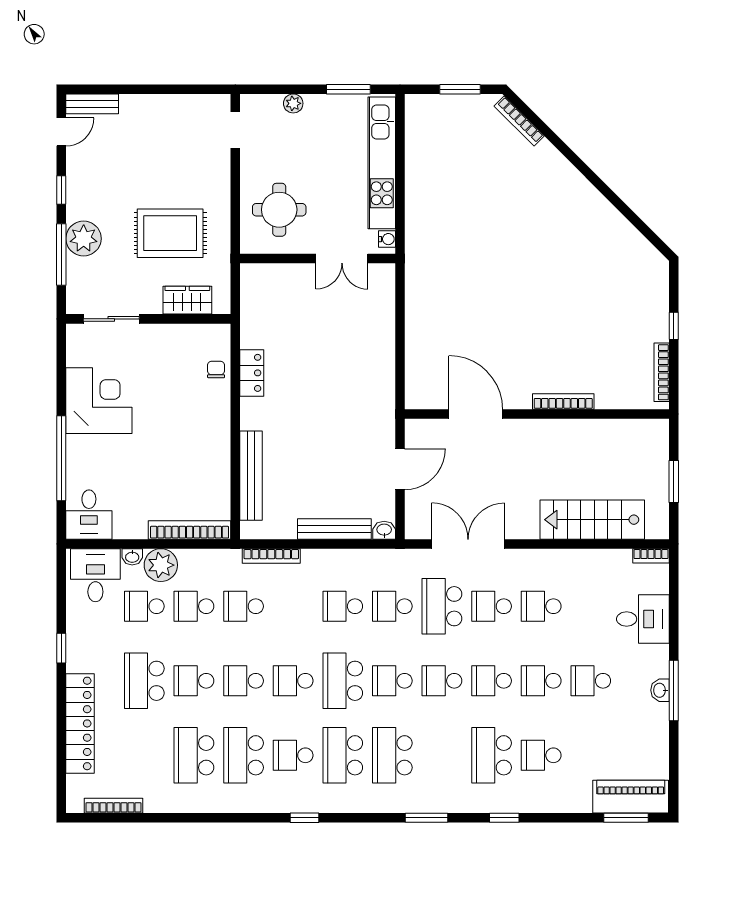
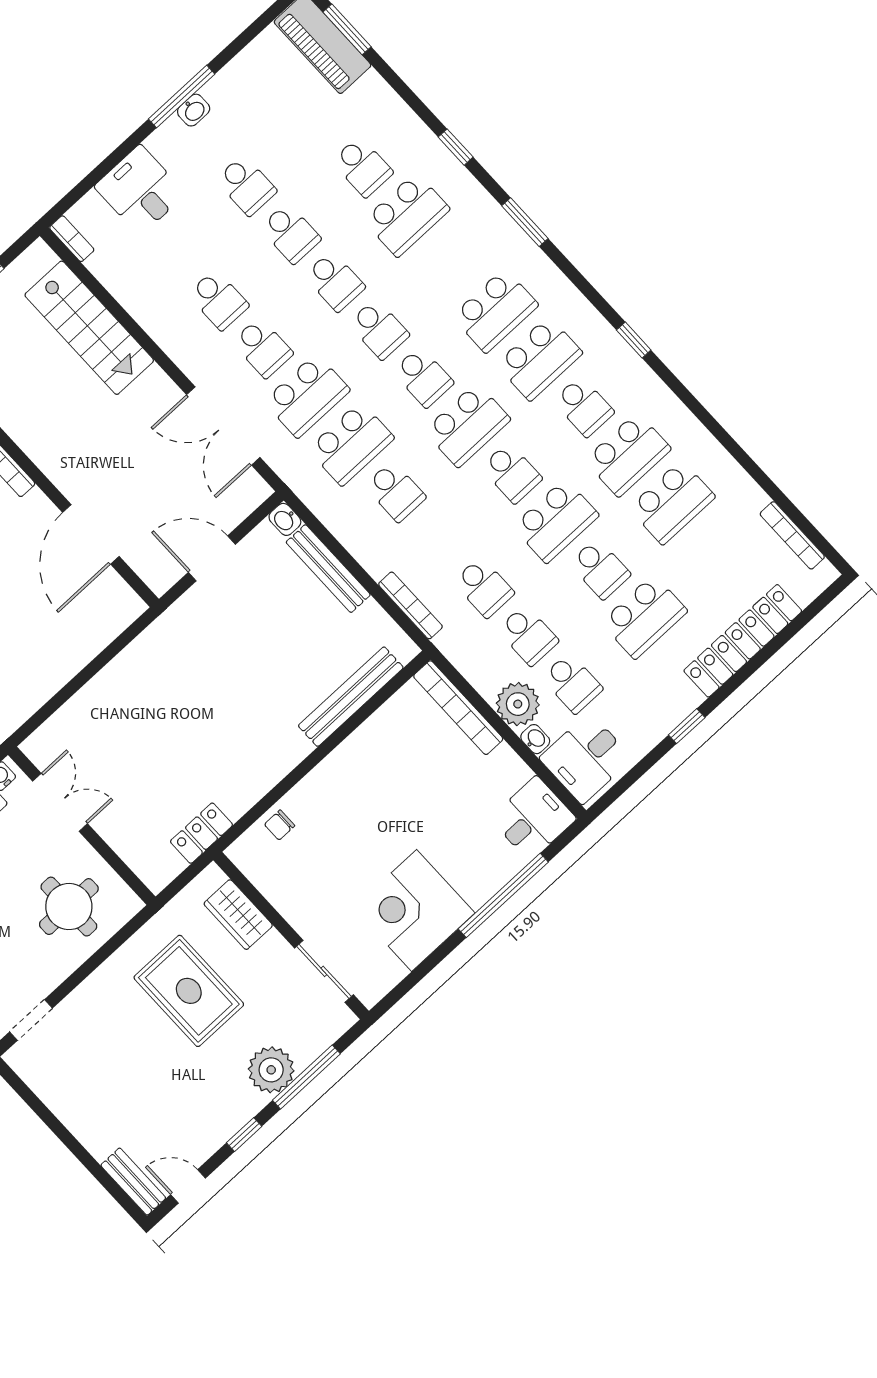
locker: (252, 373) -> (201, 833), moved
school desk: (392, 606) -> (351, 444), width x1.85
school desk: (244, 681) -> (556, 521), width x1.85

